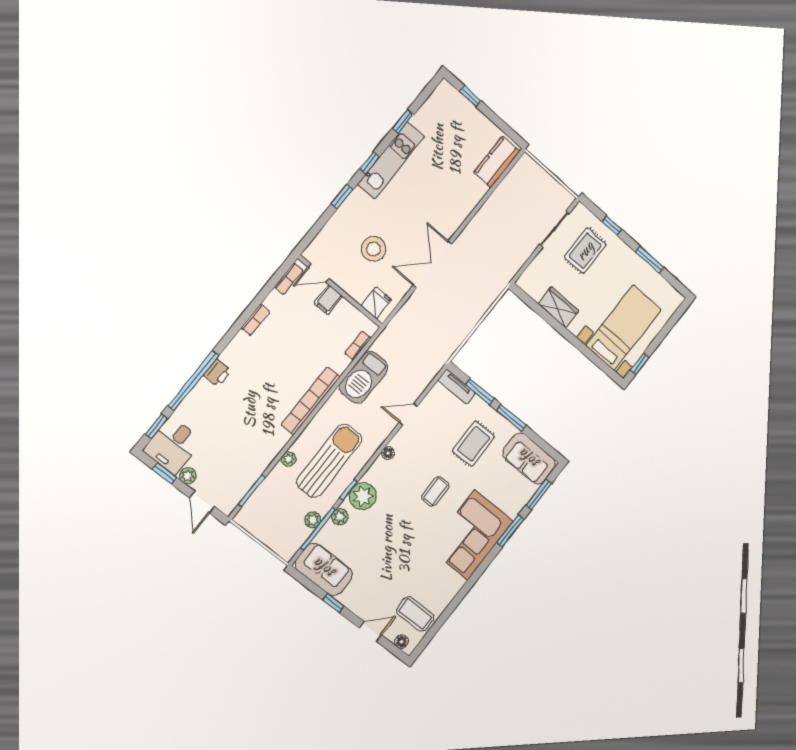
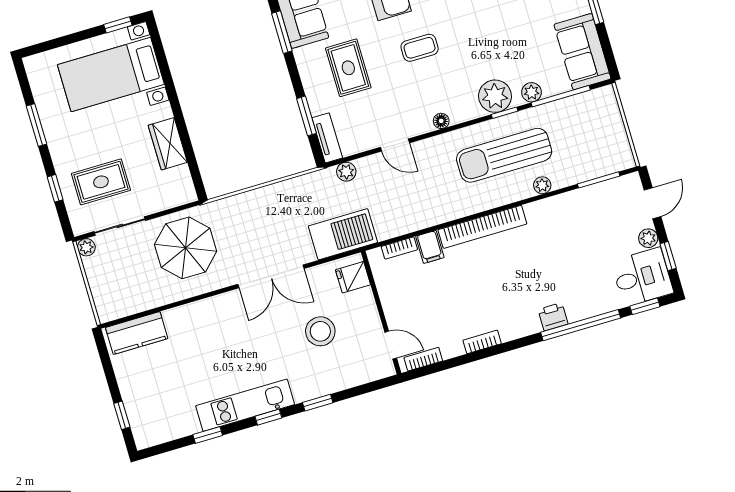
plant: (567, 199) -> (86, 247), added
parasol: (502, 244) -> (186, 248), added
filing cabinet: (328, 300) -> (430, 247), moved, turned 90
barbecue: (364, 377) -> (343, 234), moved
window: (511, 418) -> (282, 32), moved
rug: (474, 444) -> (348, 68), turned 90
plant: (313, 520) -> (346, 172), moved

